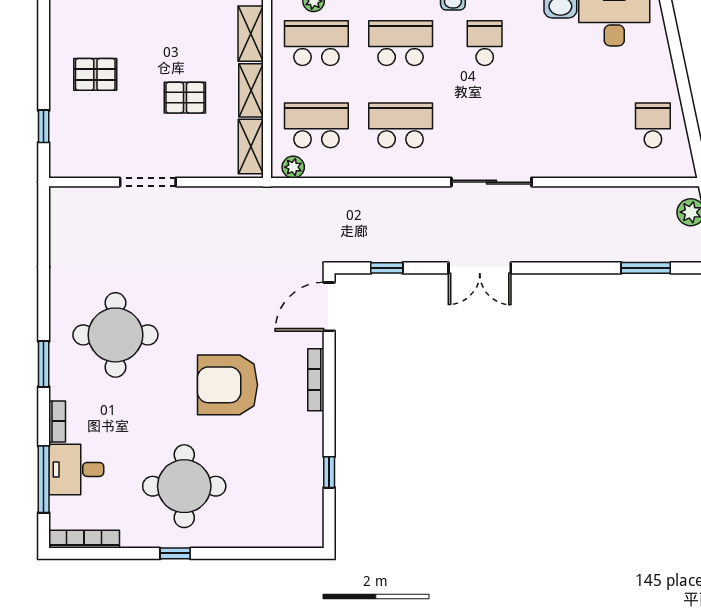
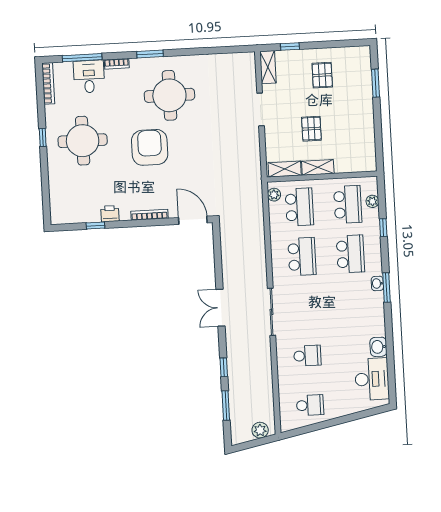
shelving: (251, 34) -> (268, 67), moved, turned 90
school desk: (485, 43) -> (307, 356), moved
window: (387, 268) -> (224, 367), moved
armchair: (228, 385) -> (150, 147), moved
printer: (310, 447) -> (110, 214), added

